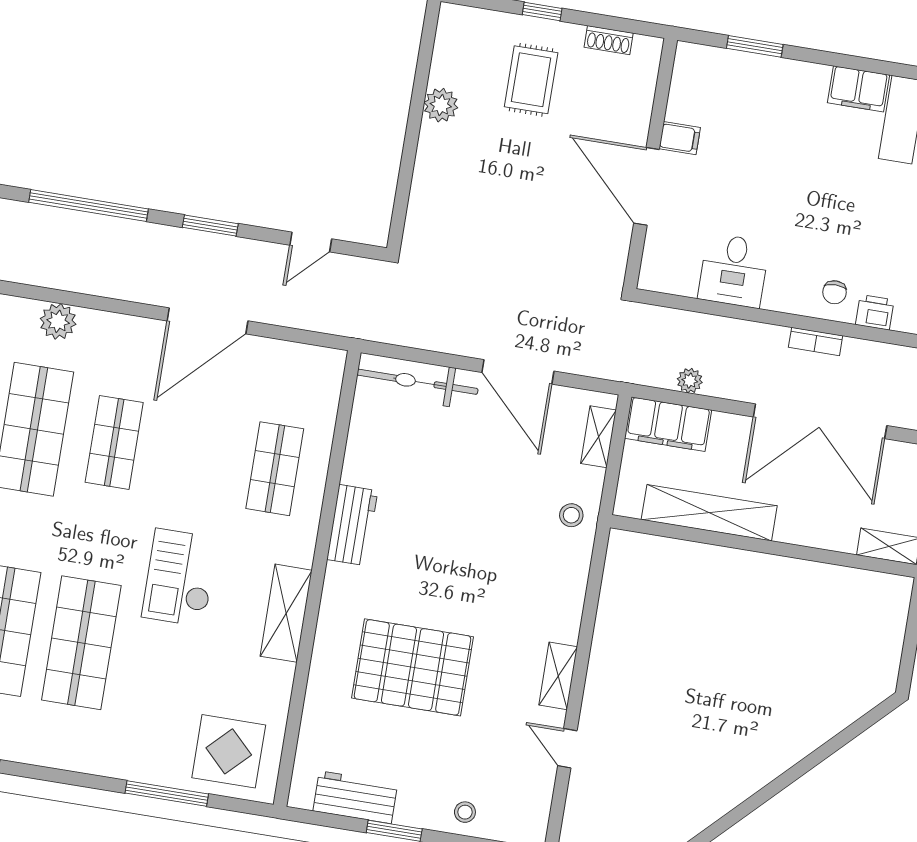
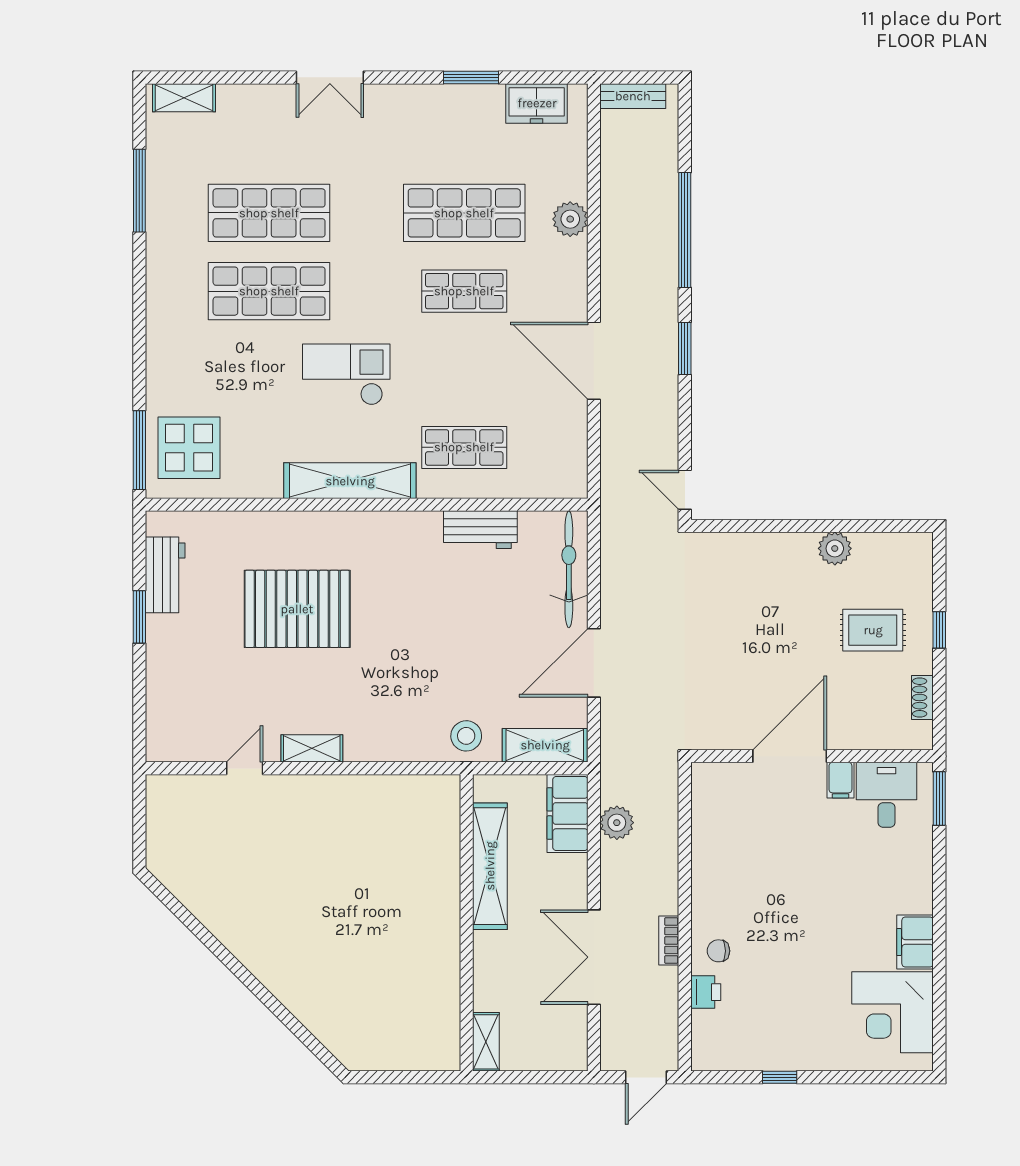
window: (755, 46) -> (939, 798), moved
door: (311, 242) -> (685, 490), moved
desk: (734, 271) -> (887, 795), moved, turned 90
plant: (690, 381) -> (617, 823), width x1.38, depth x1.38
double door: (820, 421) -> (594, 957), width x0.73
shelving: (599, 437) -> (545, 745), width x1.50, depth x1.33
stool: (571, 515) -> (466, 736), width x1.37, depth x1.37
workbench: (352, 525) -> (480, 530), moved
shelving: (286, 613) -> (350, 481), width x1.47
pallet: (412, 667) -> (297, 609), turned 90
window: (167, 794) -> (139, 450), moved
stool: (465, 812) -> (168, 681), removed

